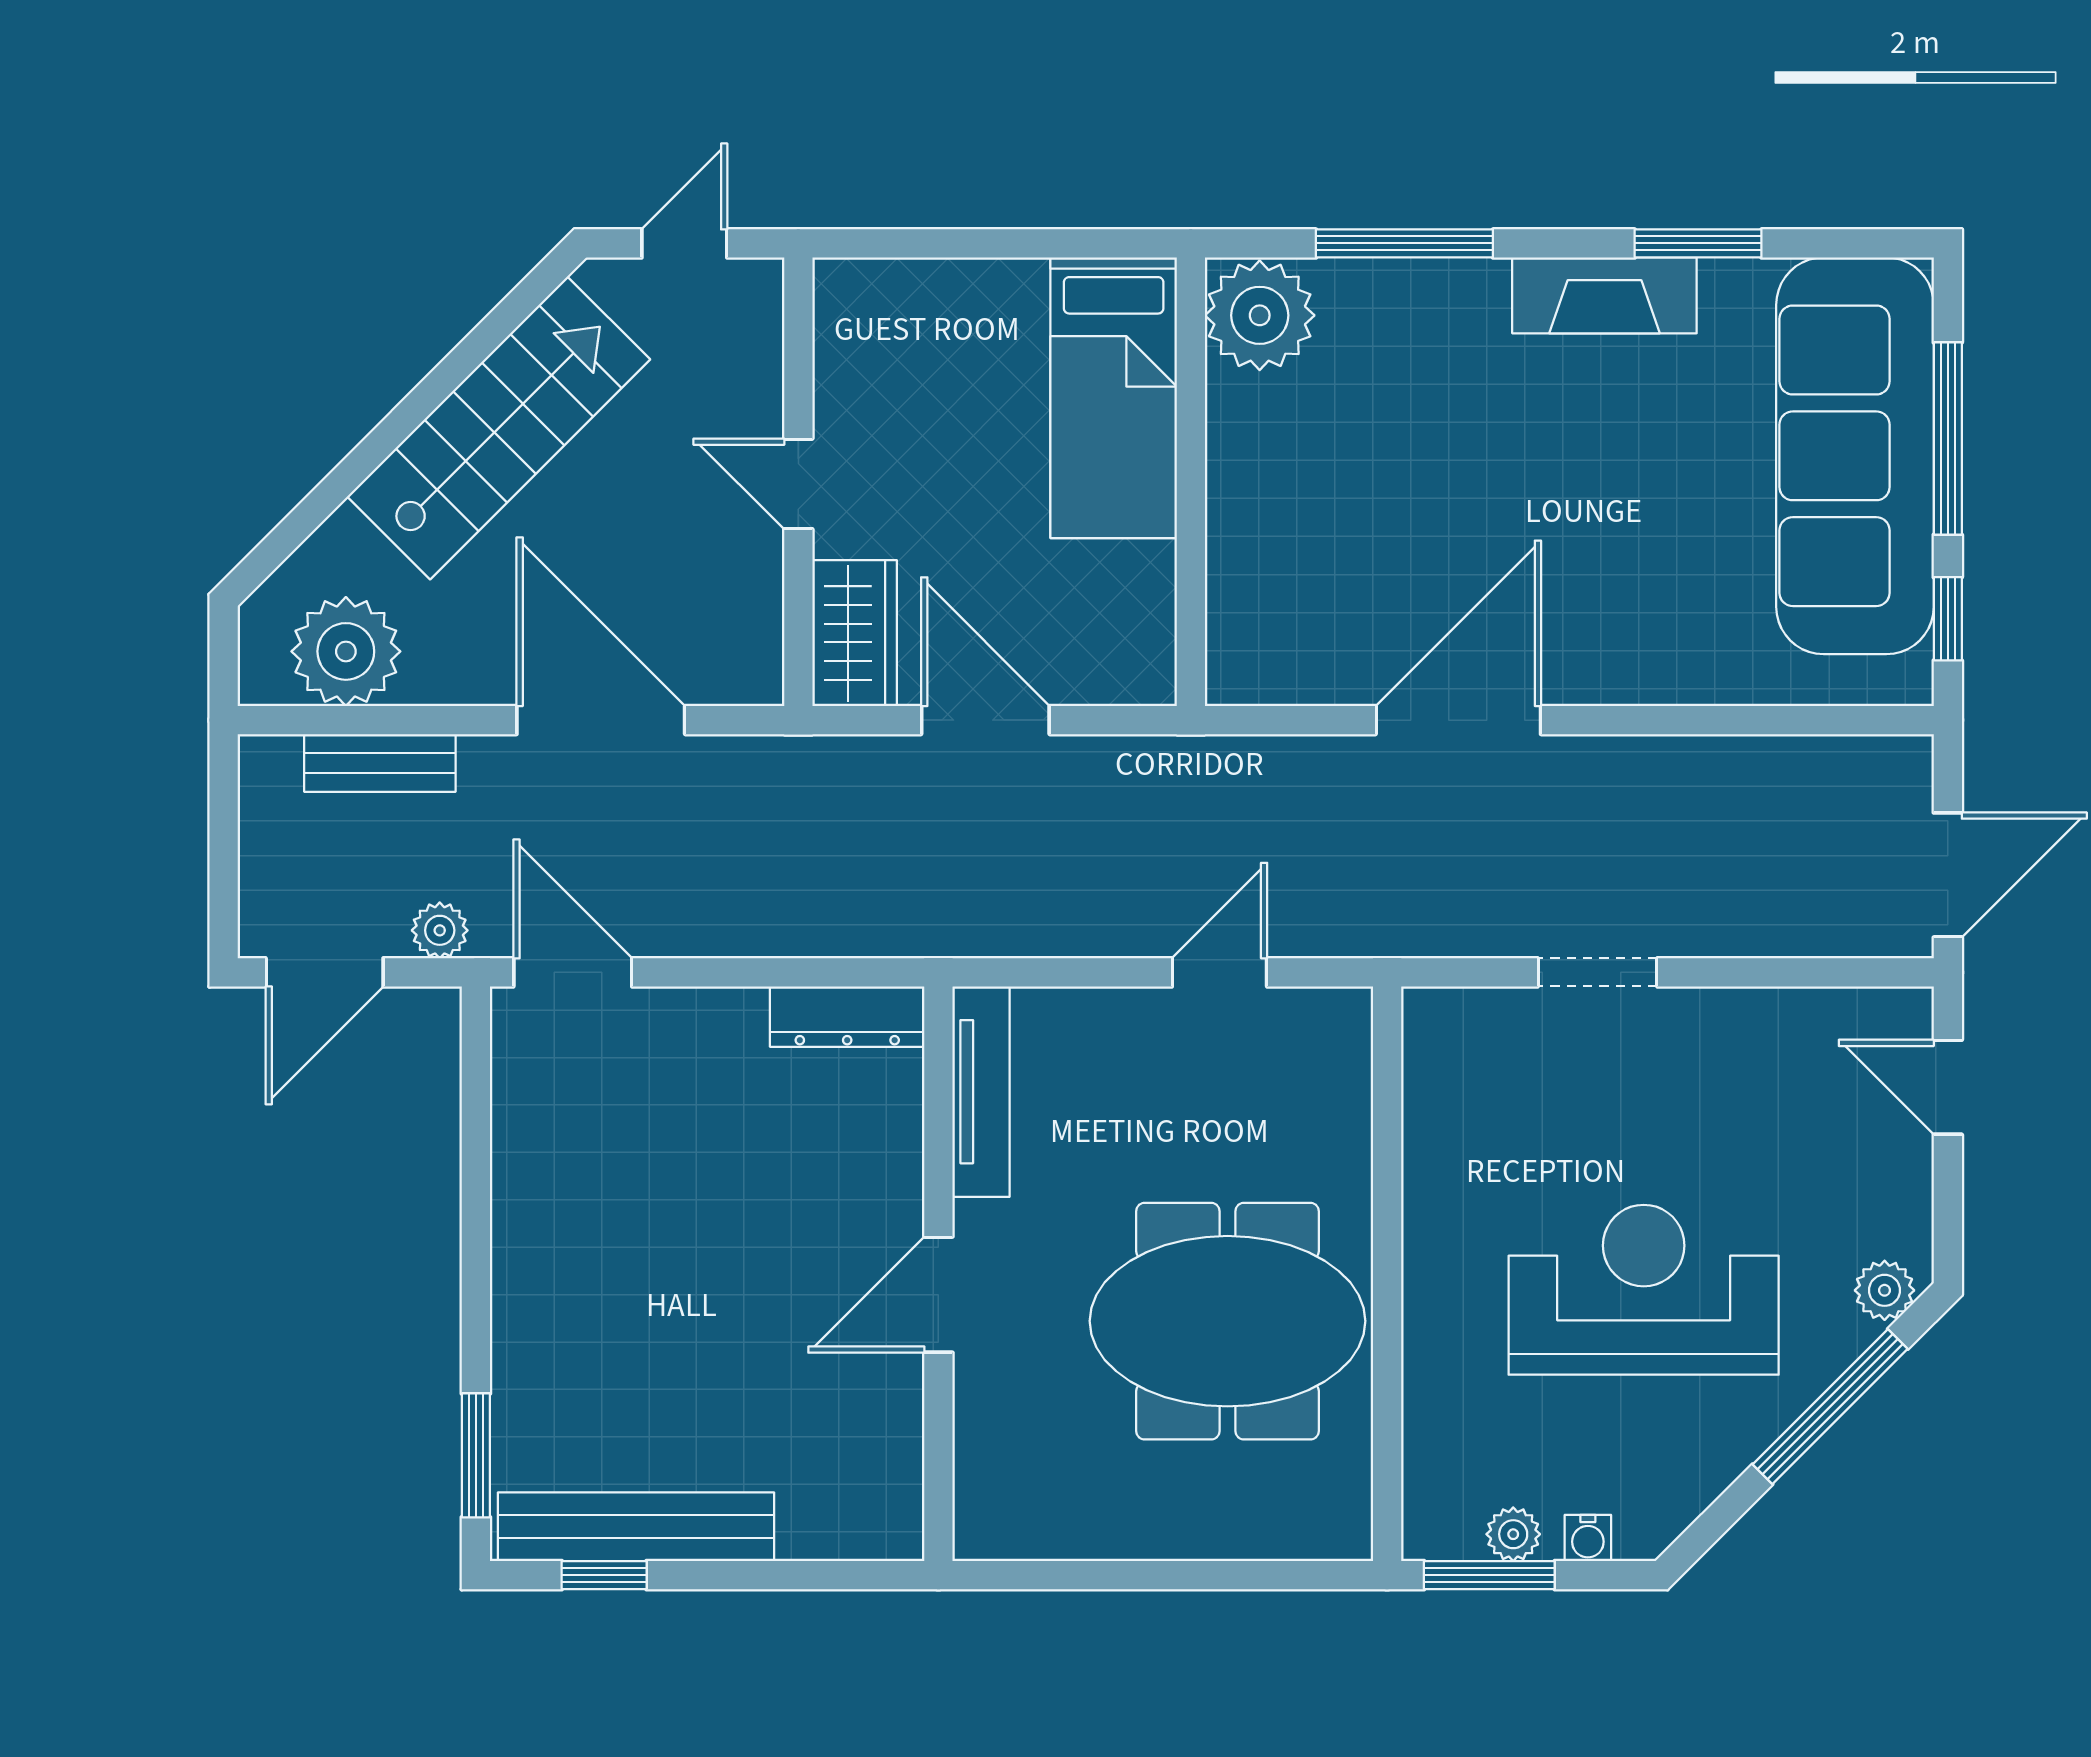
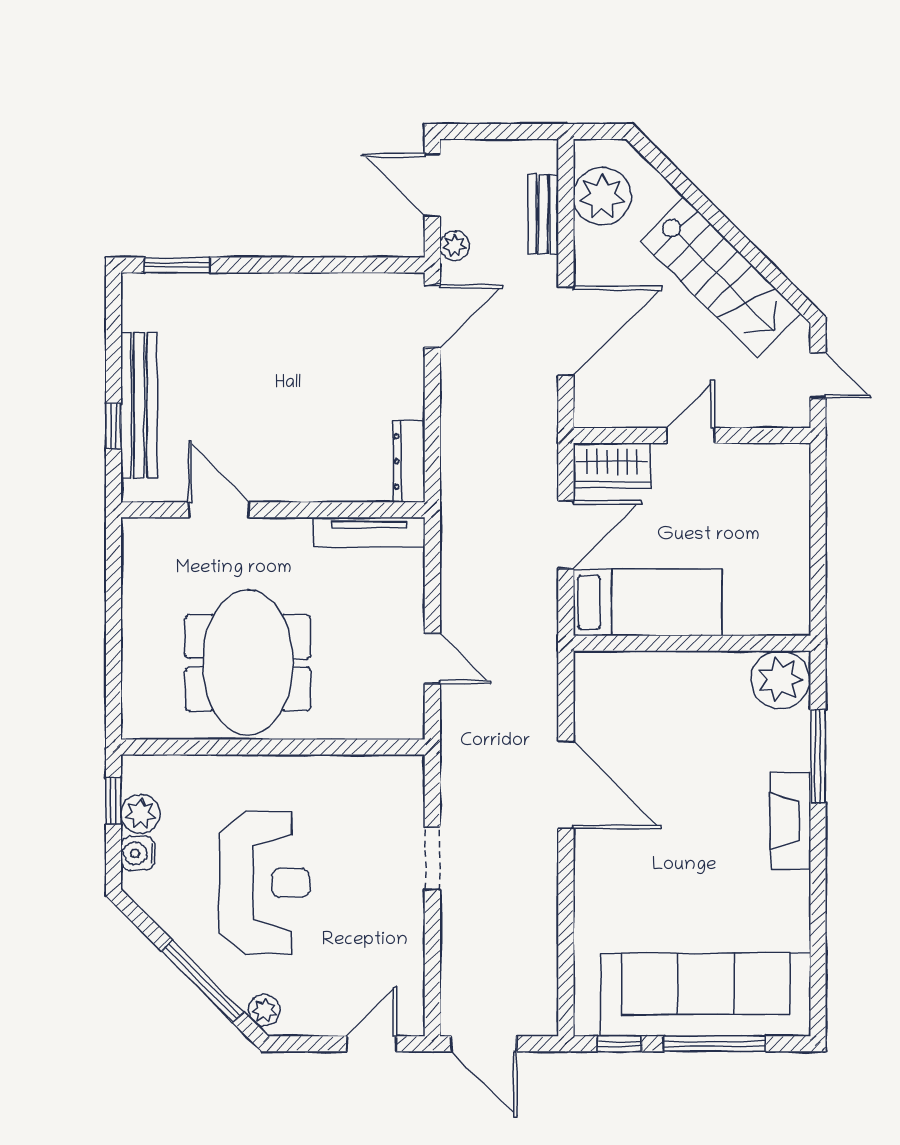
window: (1698, 243) -> (818, 912), removed
fireplace: (1604, 295) -> (791, 821), moved
bed: (1114, 398) -> (648, 602), moved, turned 180
door: (938, 1295) -> (219, 510), moved
bench: (636, 1527) -> (139, 405), moved
plant: (1513, 1534) -> (140, 814), width x1.38, depth x1.38
water cooler: (1588, 1538) -> (138, 853), width x1.38, depth x1.38
window: (604, 1575) -> (113, 426), moved
window: (1489, 1575) -> (113, 801), width x0.67

